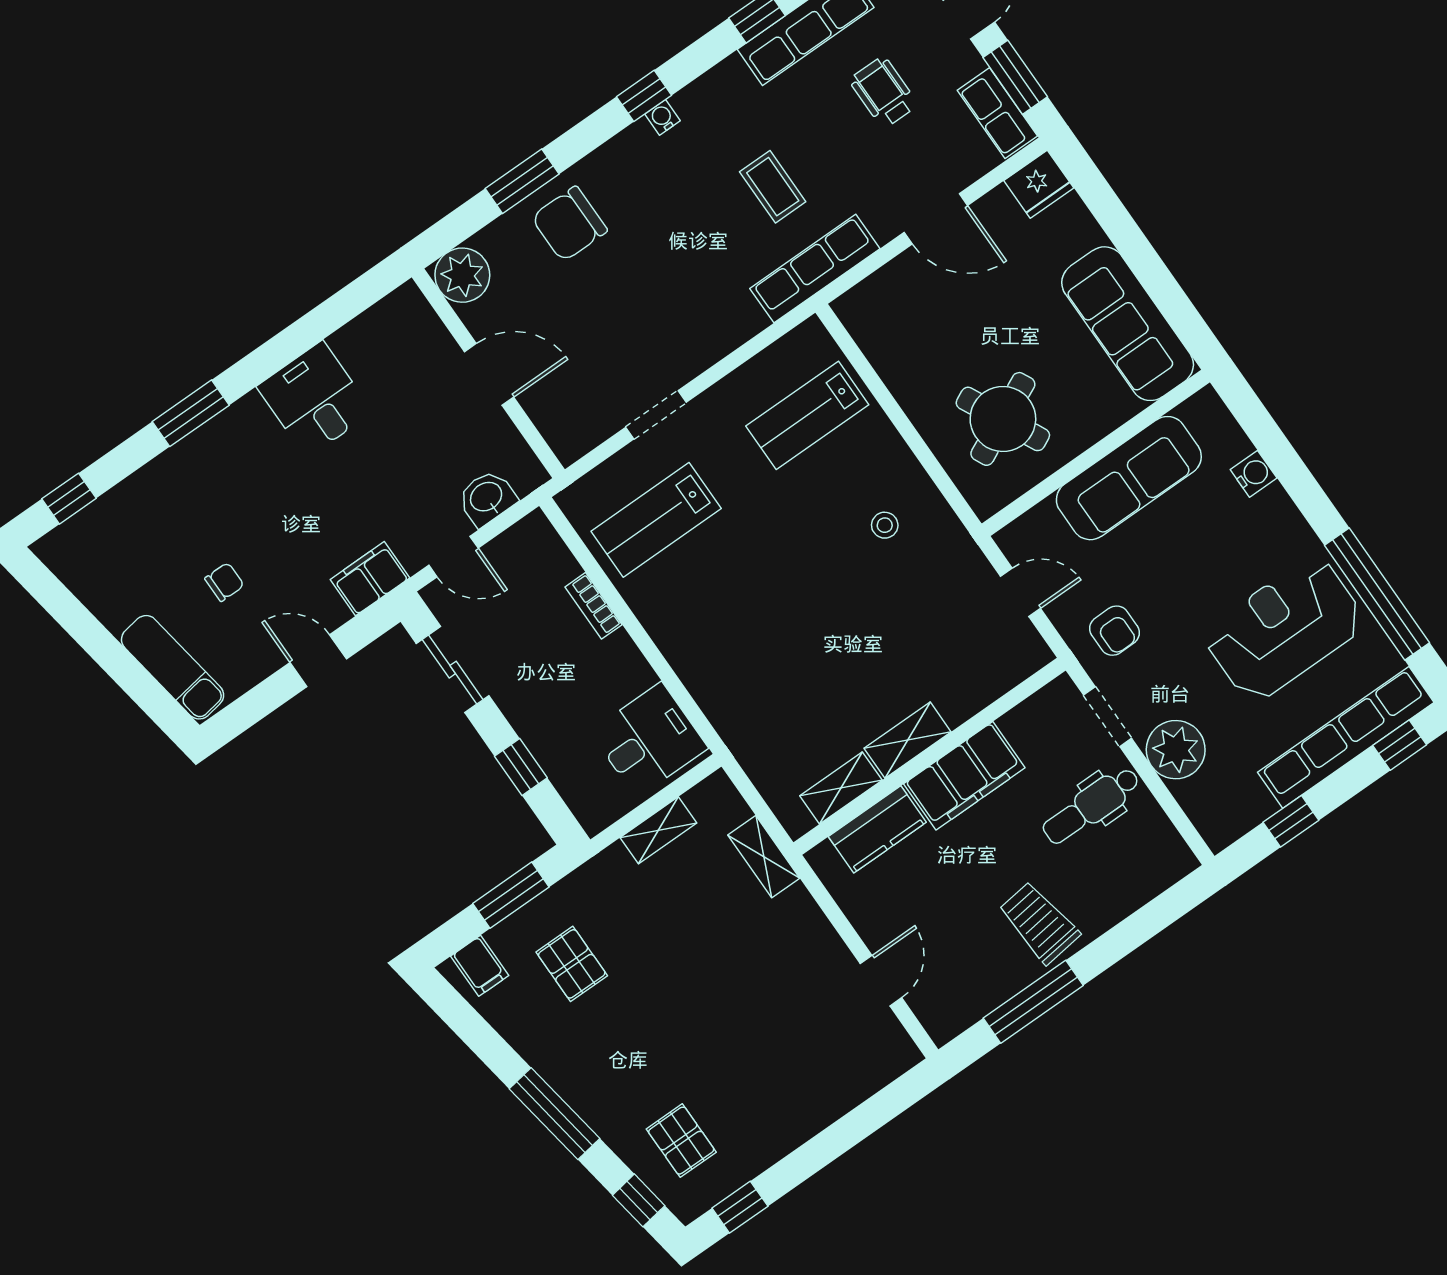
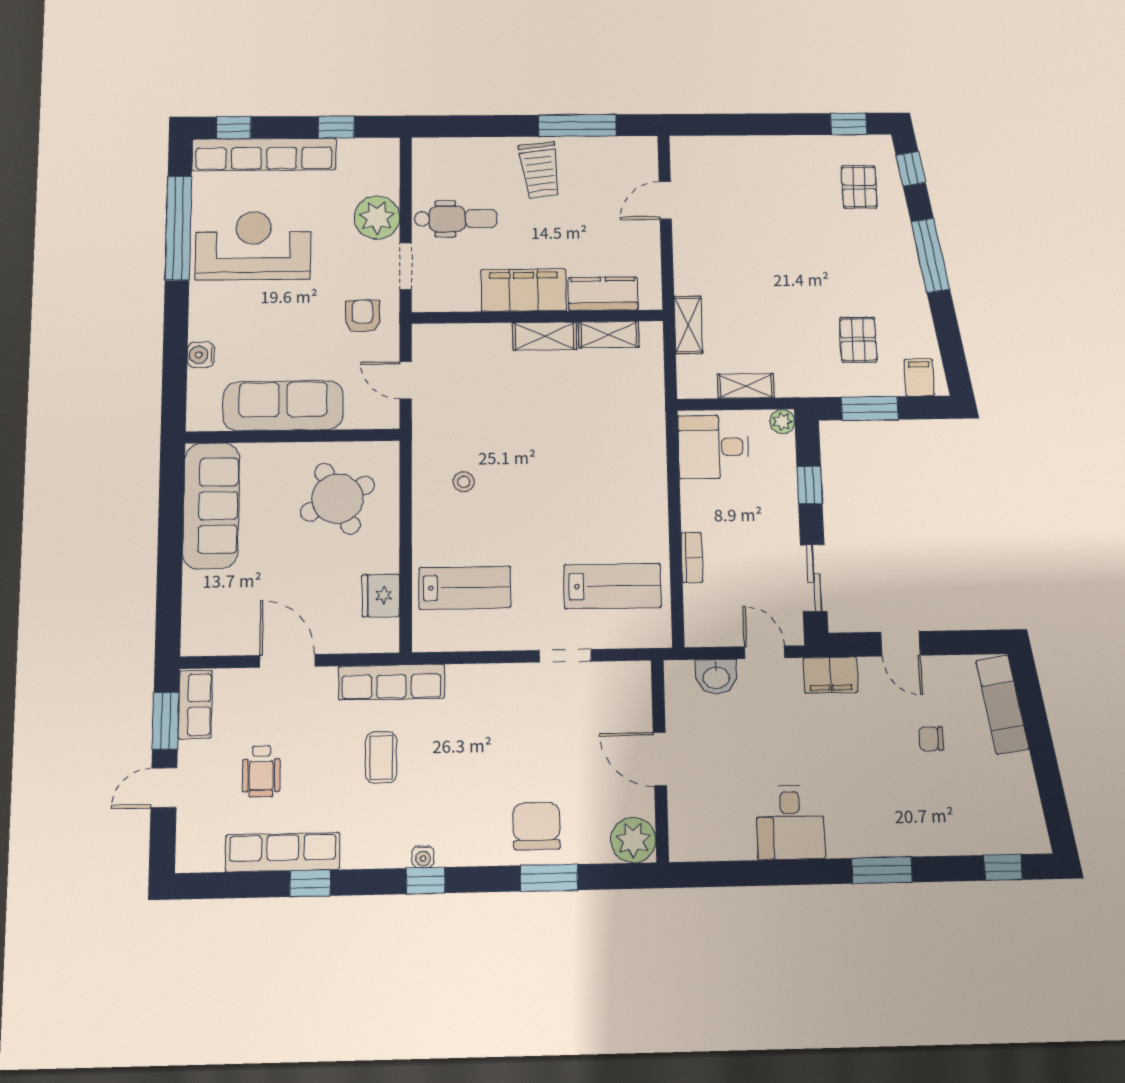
fridge: (1039, 184) -> (381, 595), moved, turned -90
chair: (569, 224) -> (537, 826), turned -90
reception desk: (1284, 629) -> (253, 246), turned 180
plant: (594, 817) -> (782, 422), added

